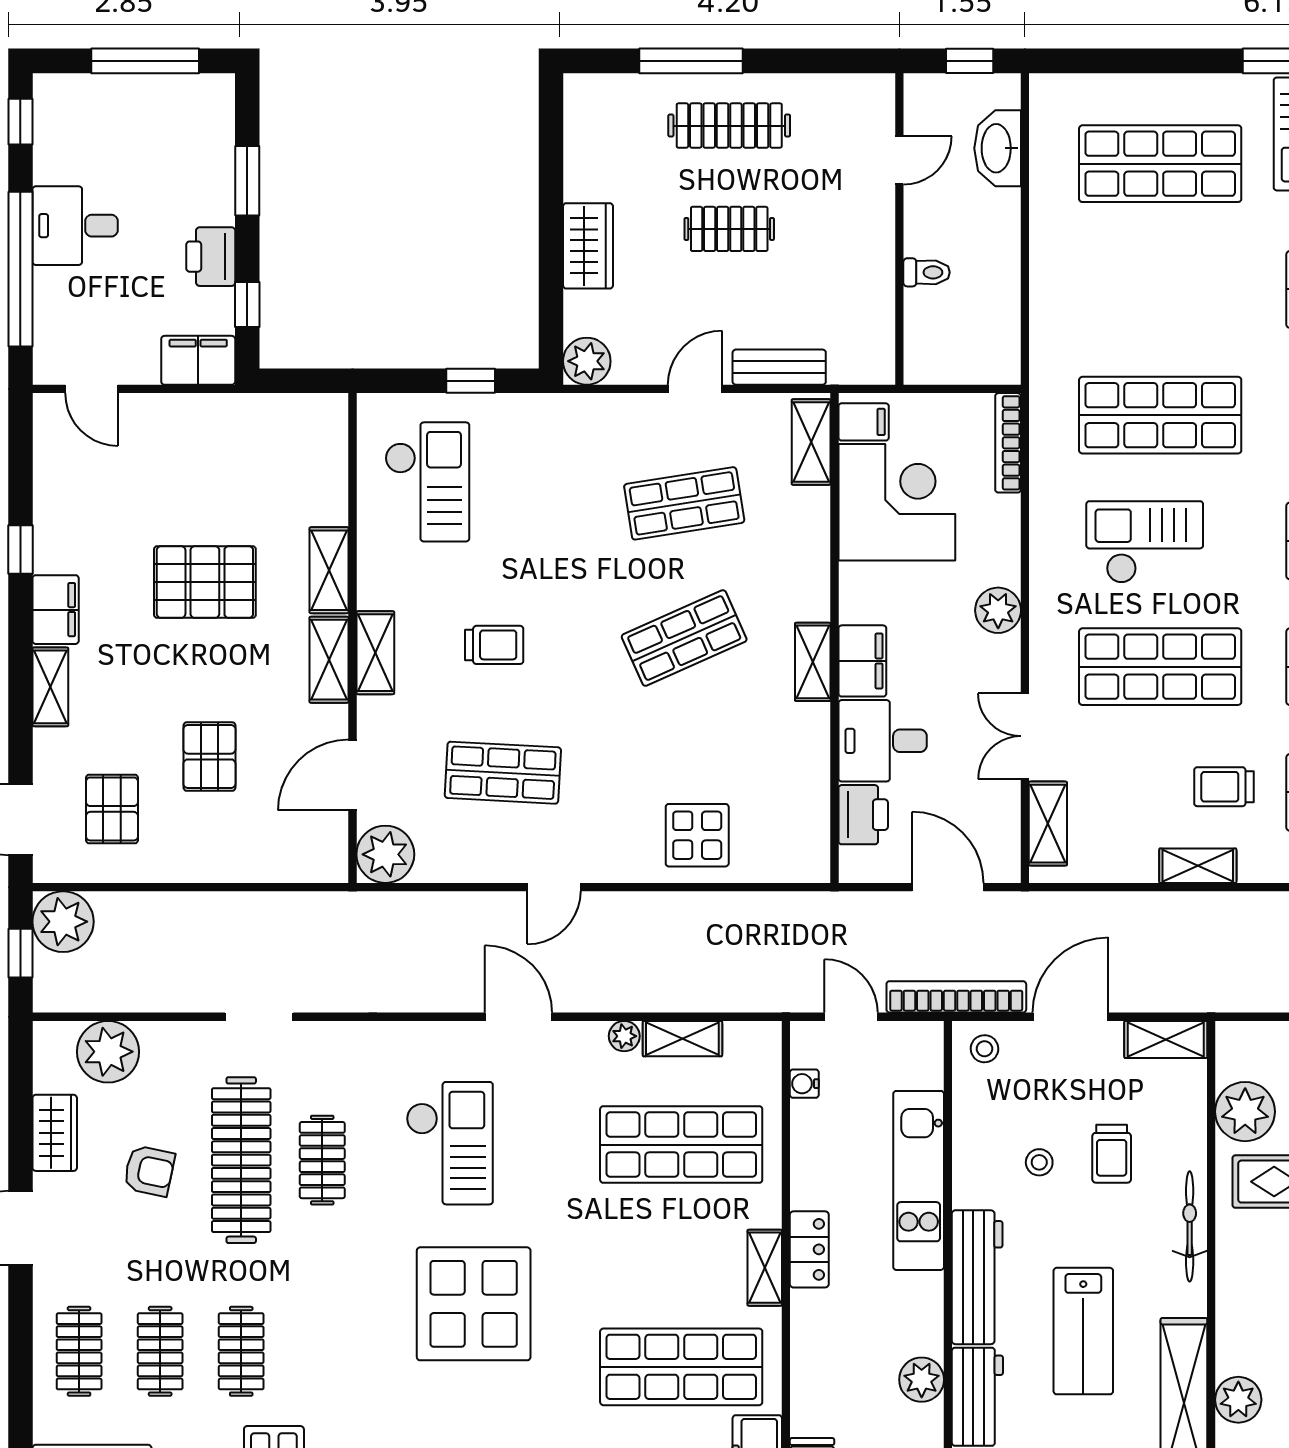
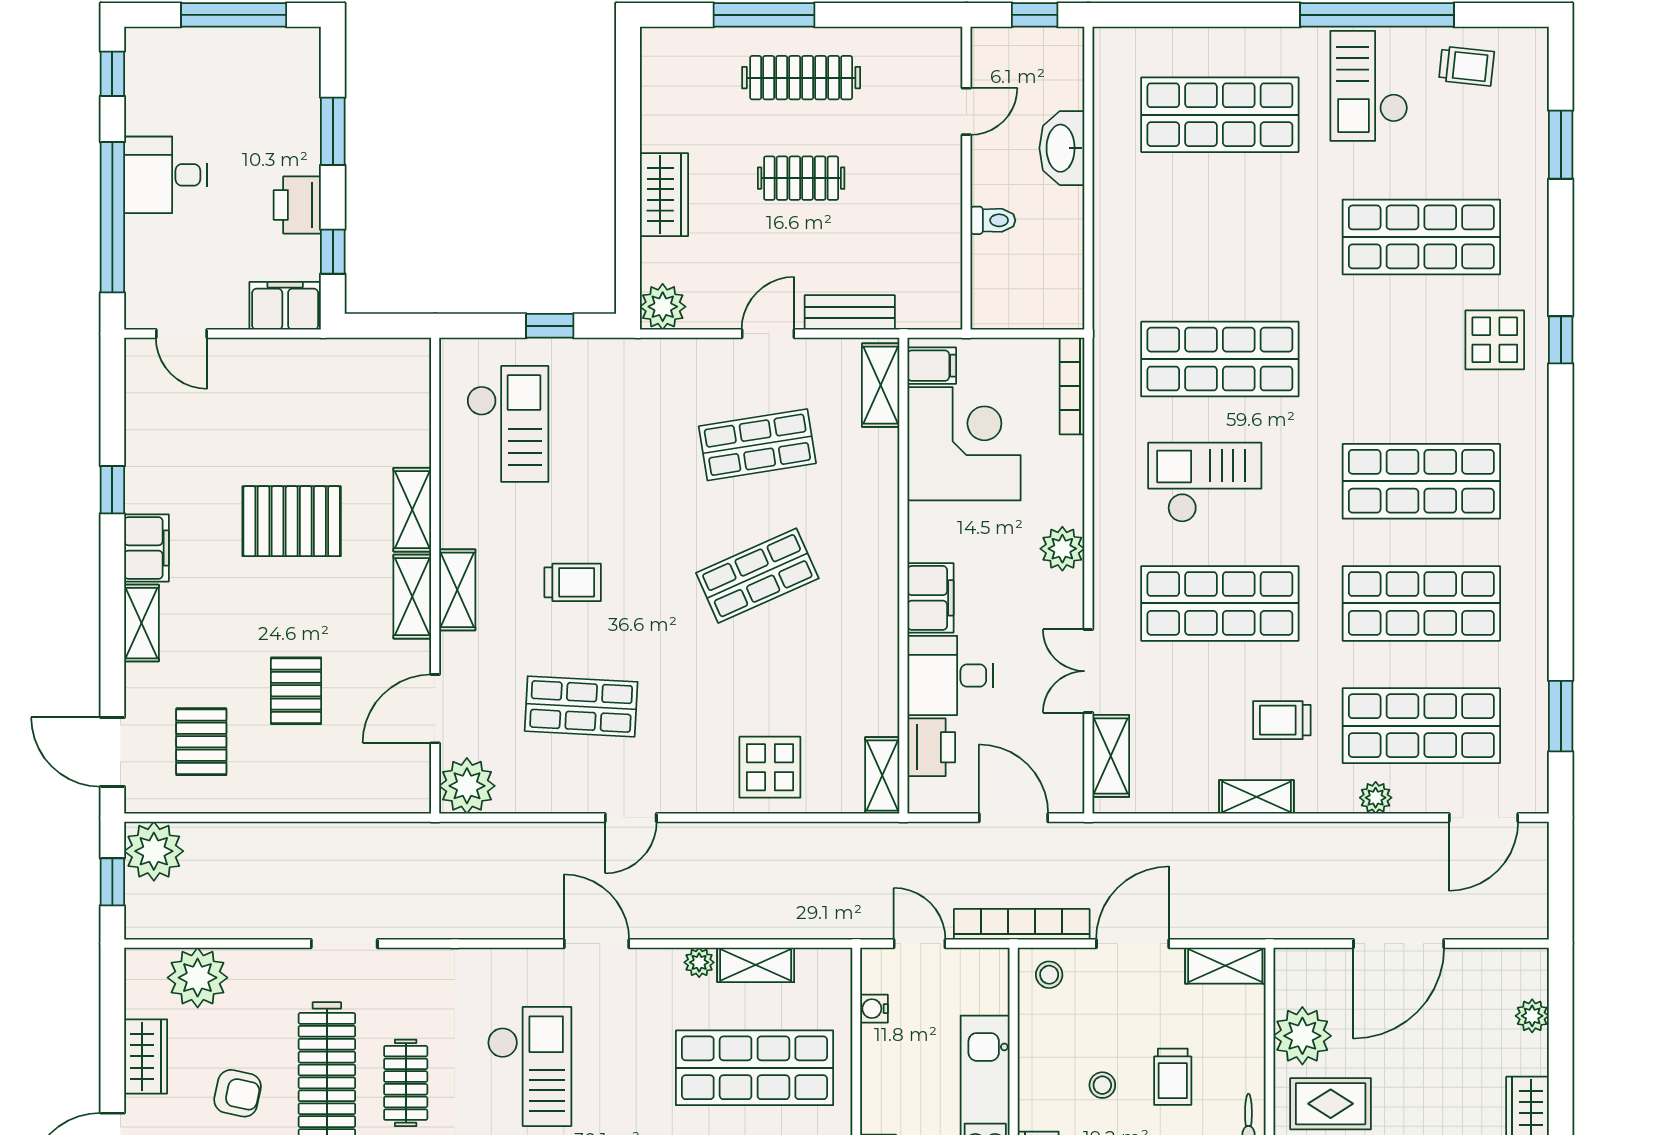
washbasin: (998, 148) -> (1062, 148), moved
shelving: (813, 662) -> (882, 775), moved

